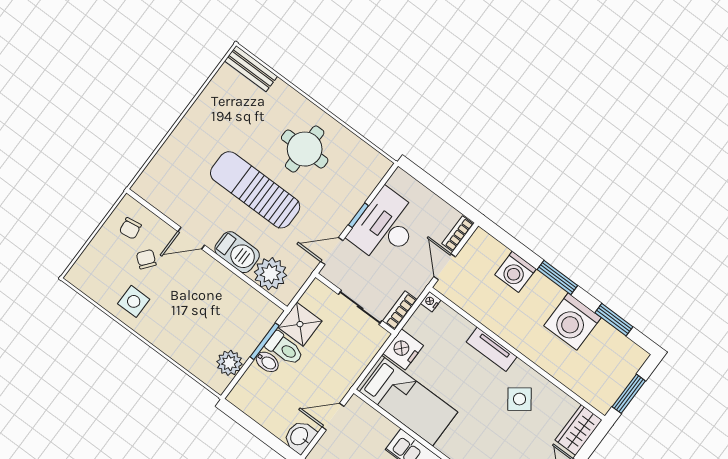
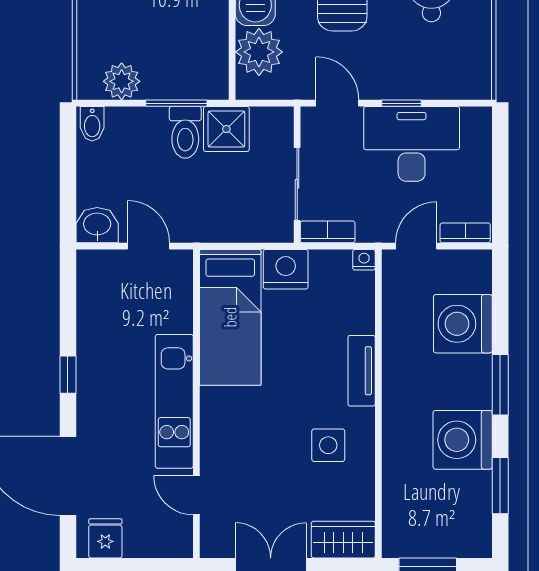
washing machine: (515, 272) -> (463, 324), width x1.37, depth x1.37
bidet: (267, 362) -> (92, 124), moved
side table: (520, 399) -> (328, 445), turned 36

